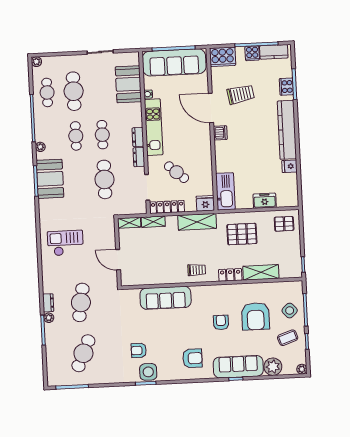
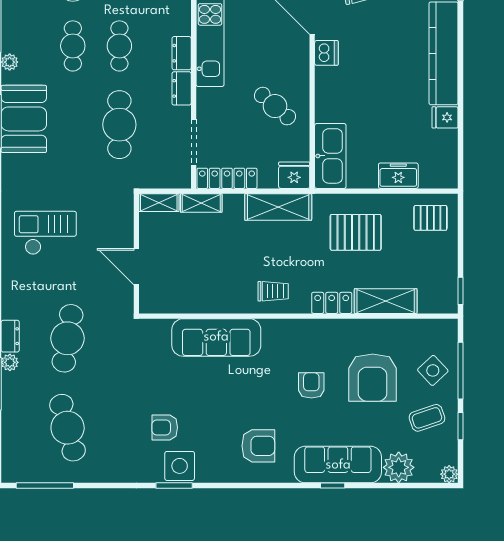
cafe table: (176, 172) -> (275, 106), moved
cafe table: (83, 353) -> (68, 428), turned -39

